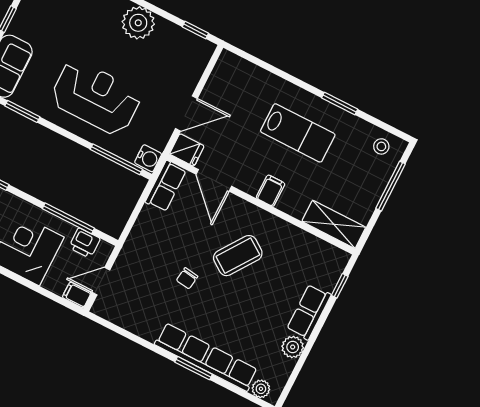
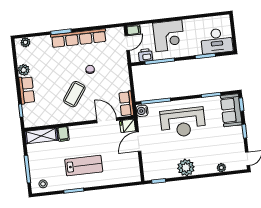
lab bench: (298, 133) -> (84, 166), turned 180
filing cabinet: (271, 191) -> (63, 134), moved
row of seats: (206, 357) -> (79, 38), moved

